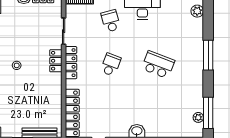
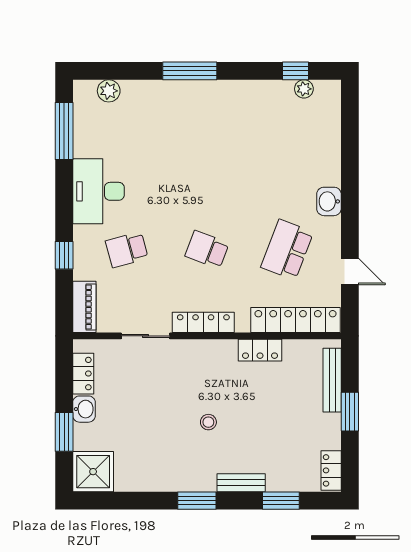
locker: (56, 61) -> (260, 350), moved
school desk: (158, 65) -> (287, 250), moved
window: (208, 113) -> (296, 71), width x0.46

